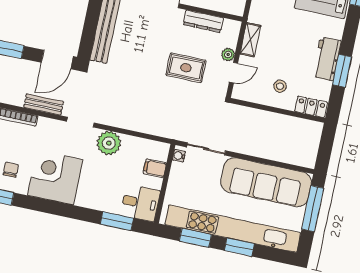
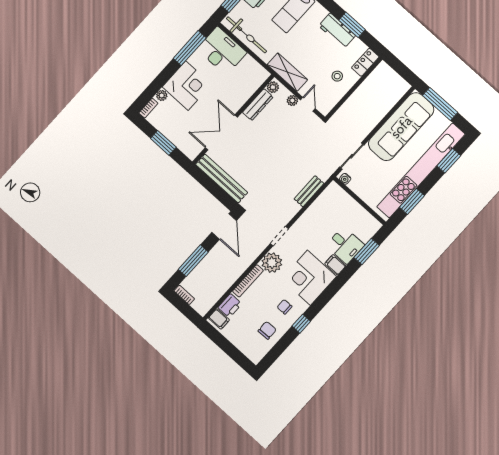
plant: (230, 26) -> (273, 87), added
shelving: (250, 40) -> (287, 72), width x1.50, depth x1.33
rug: (186, 68) -> (284, 137), removed
bench: (44, 104) -> (309, 191), moved
plant: (109, 143) -> (272, 263), moved
filing cabinet: (155, 168) -> (335, 265), moved, turned 90
desk: (140, 203) -> (345, 245), moved, turned 90
window: (239, 247) -> (449, 161), moved

